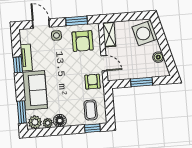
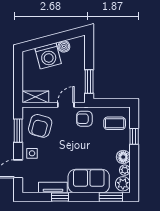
washing machine: (145, 33) -> (48, 56), moved
armchair: (83, 41) -> (40, 126), turned 105
window: (142, 82) -> (89, 82), moved
window: (92, 128) -> (134, 136), moved

